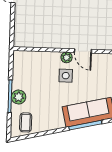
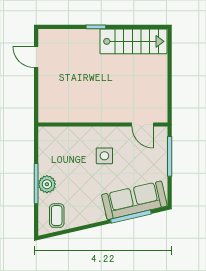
door: (83, 51) -> (143, 124), moved
plant: (67, 57) -> (105, 133), removed

